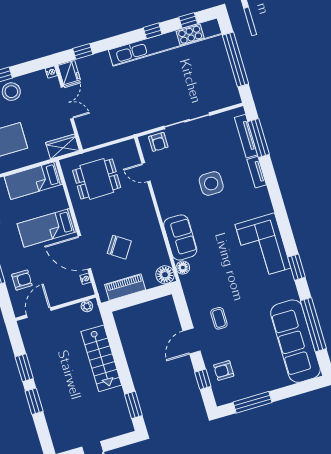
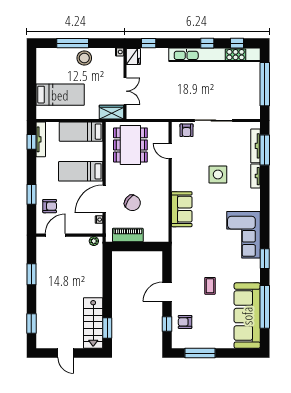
double door: (67, 103) -> (125, 91), moved
dining table: (97, 179) -> (130, 145), width x1.38
door: (84, 252) -> (104, 199), hinge flipped
floor lamp: (183, 268) -> (177, 233), removed
floor lamp: (165, 275) -> (161, 235), removed
coffee table: (219, 318) -> (210, 286), moved
stairs: (101, 358) -> (93, 323), moved
window: (34, 401) -> (31, 323), moved

